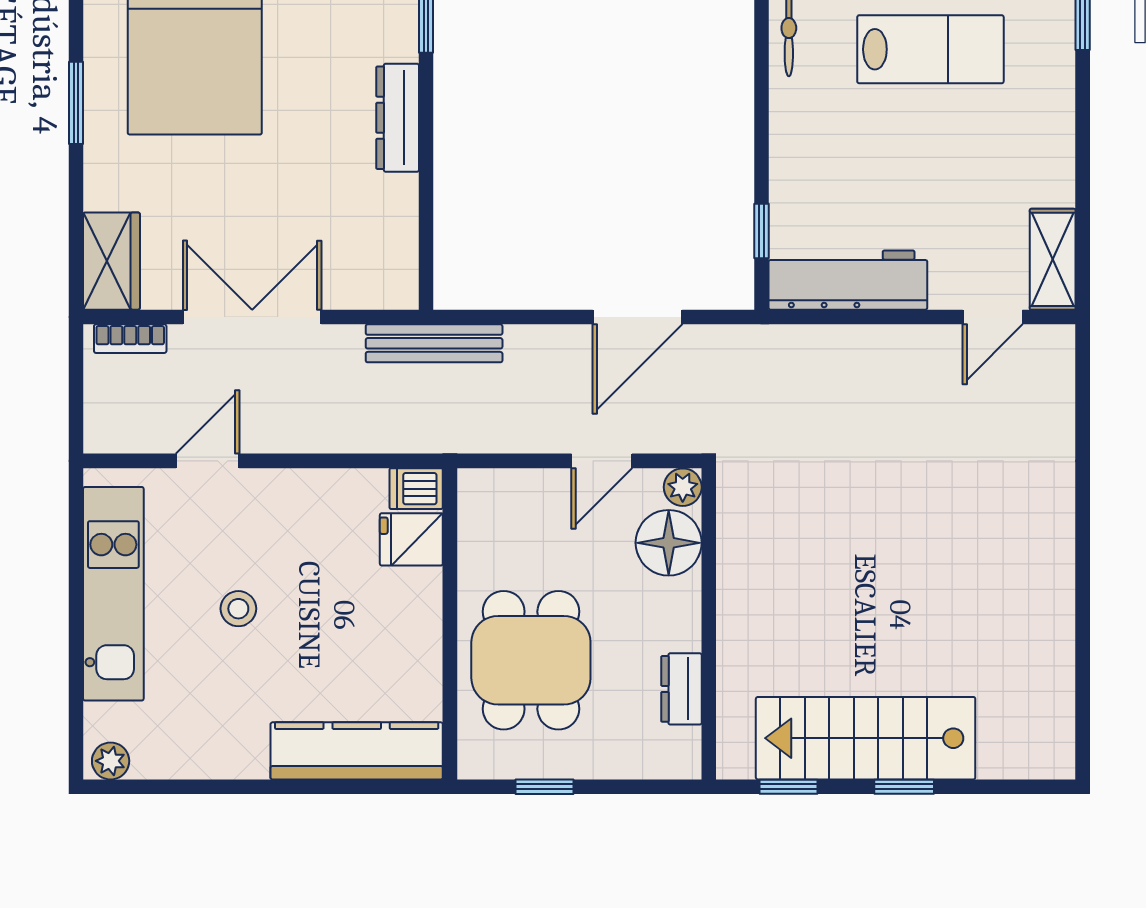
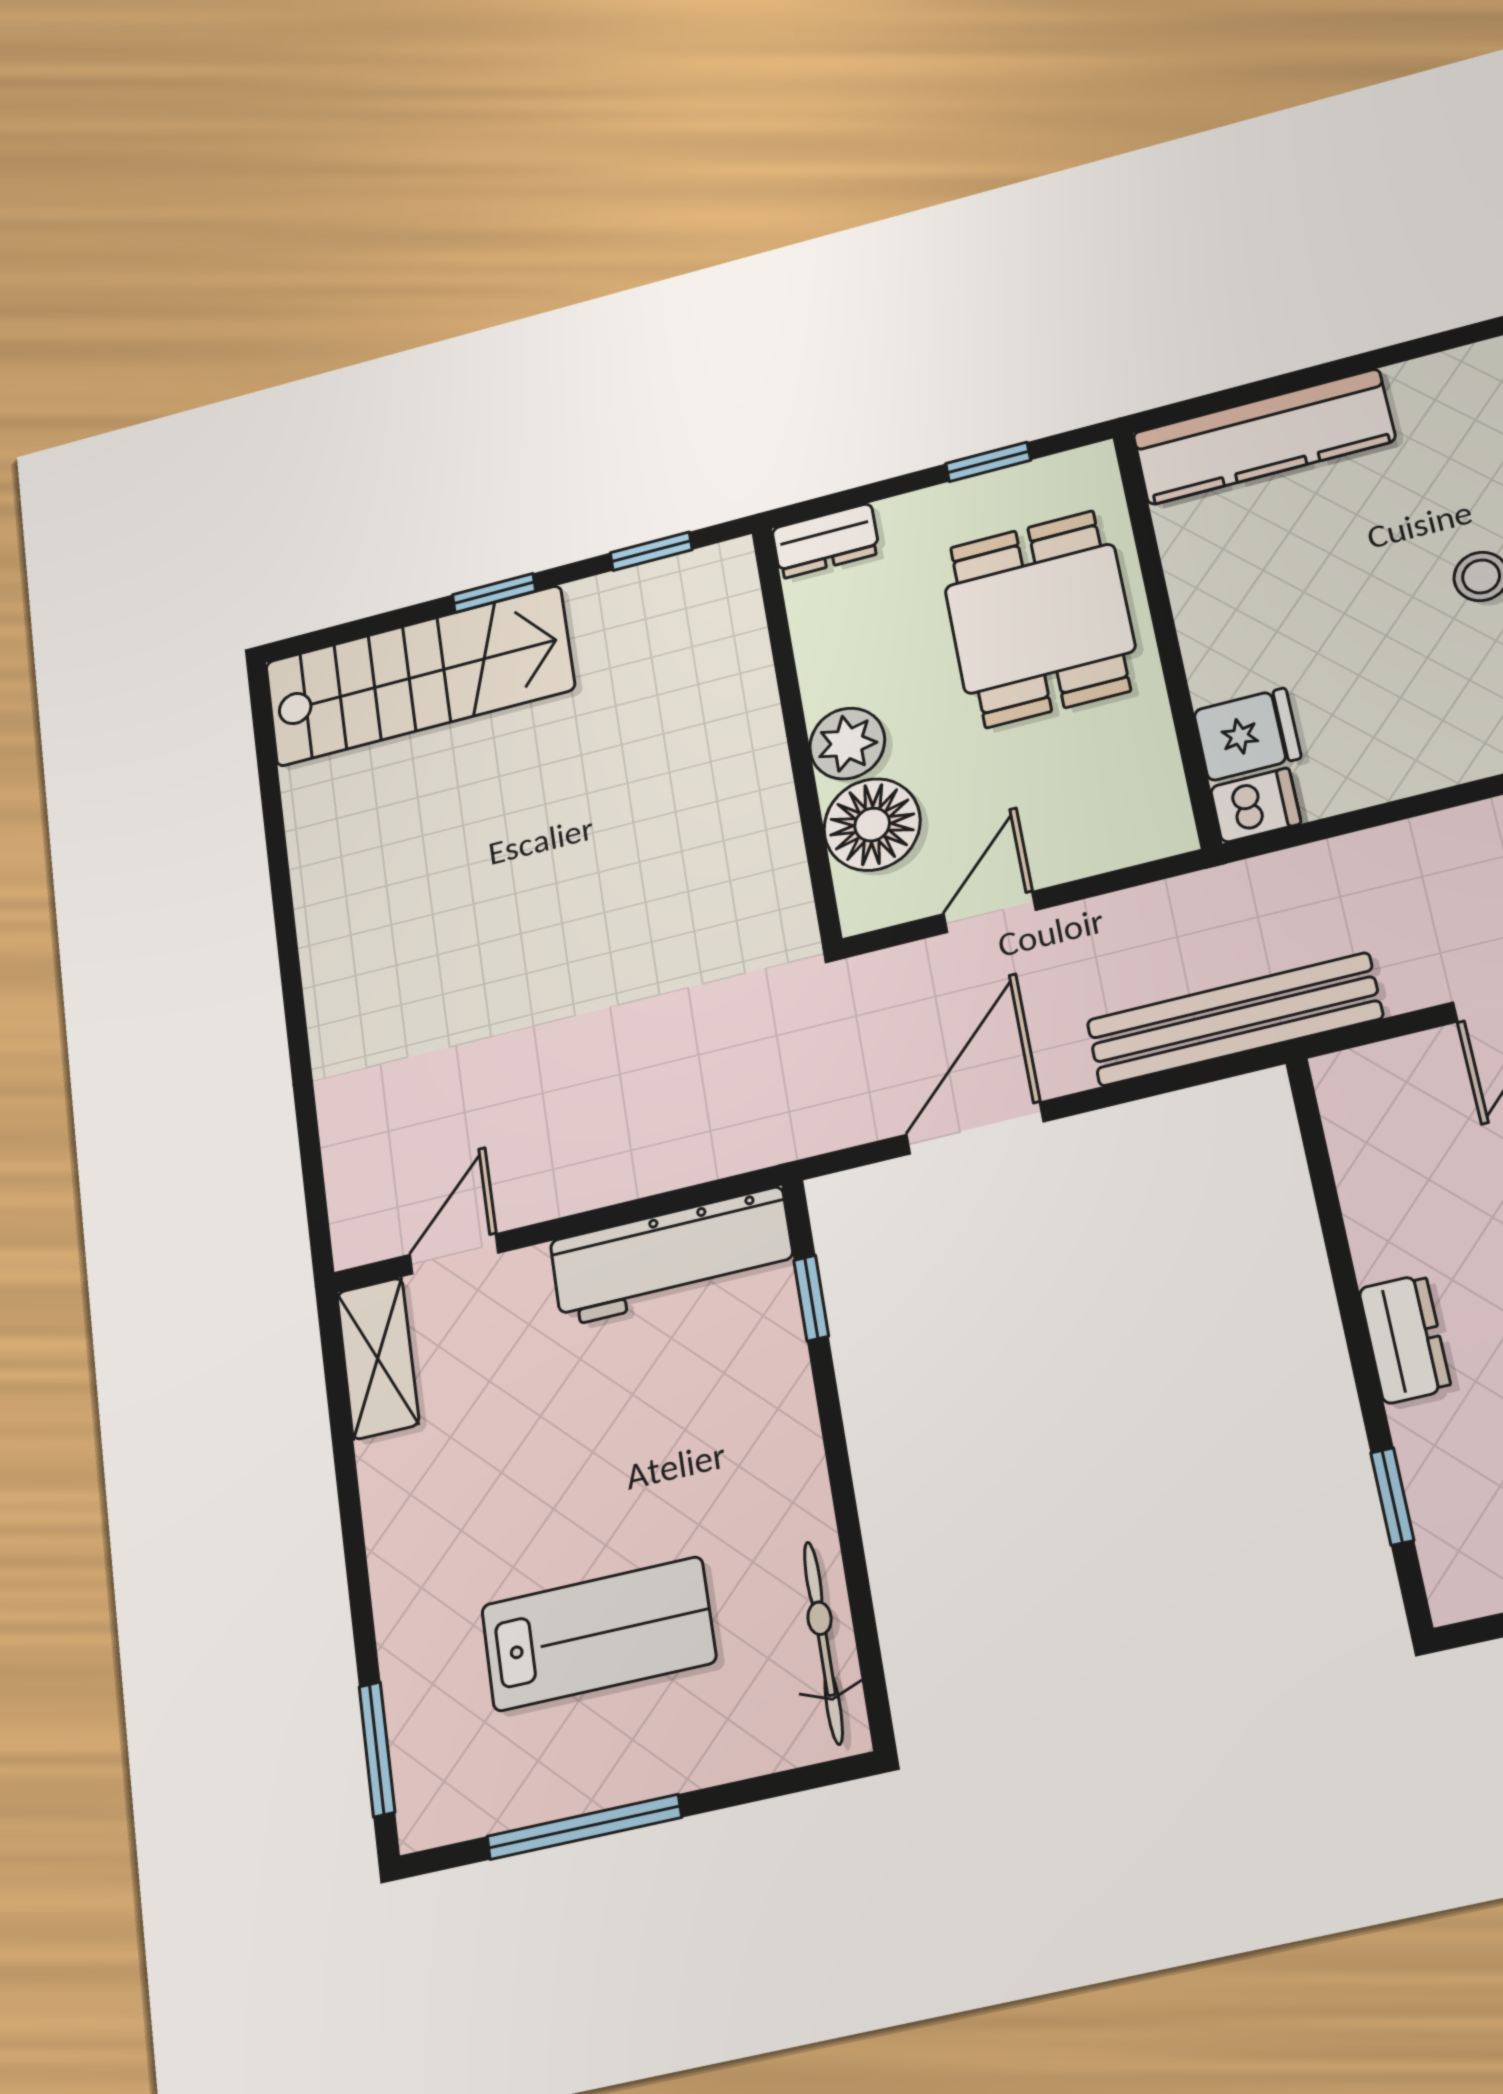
lab bench: (930, 49) -> (598, 1634), turned 180
dresser: (398, 118) -> (1405, 1339), width x0.70
bench: (434, 343) -> (1234, 1019), width x1.37, depth x1.21
plant: (683, 487) -> (847, 743), moved, width x1.38, depth x1.38
dresser: (681, 689) -> (826, 541), moved, turned 90
stairs: (866, 738) -> (419, 676), moved

